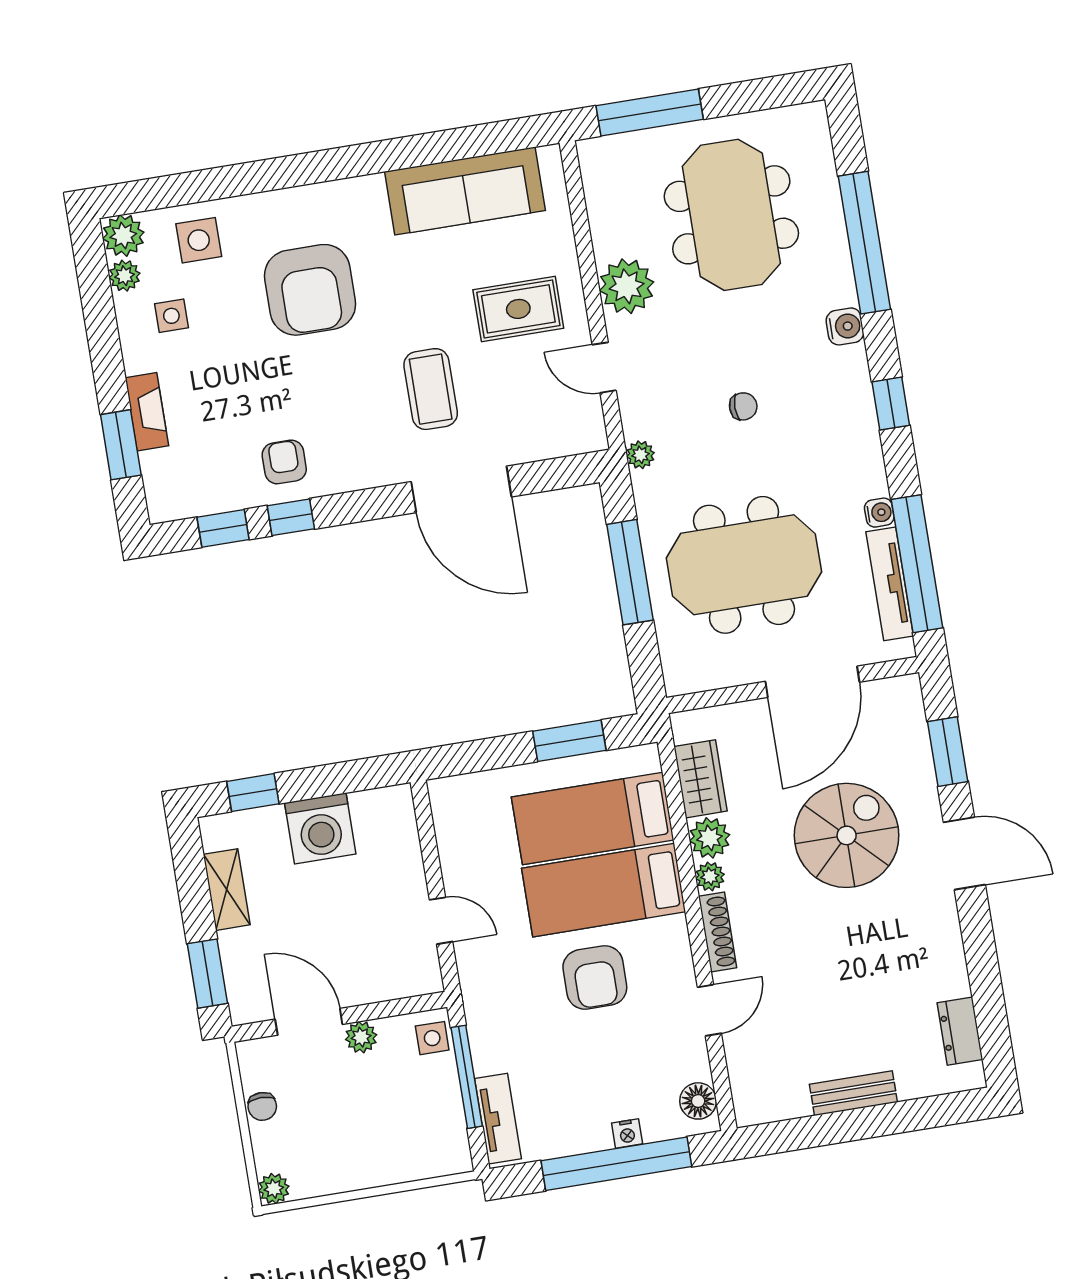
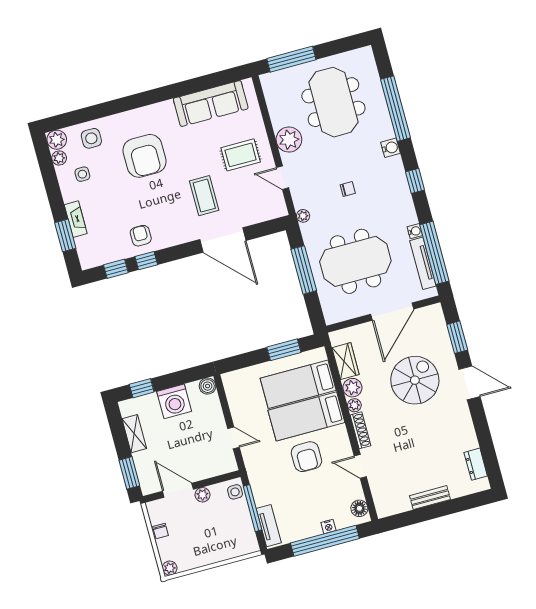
boiler: (396, 803) -> (208, 386), added
door: (709, 1010) -> (360, 466), swing flipped

